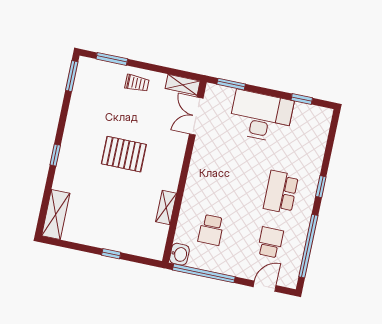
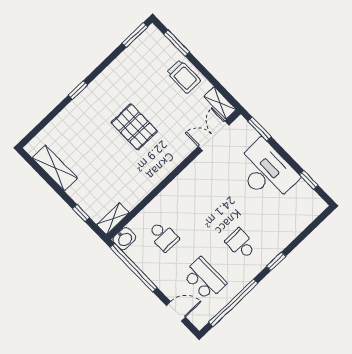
trolley: (137, 83) -> (184, 77), width x1.36, depth x1.39
school desk: (281, 192) -> (241, 244), width x0.54
shelving: (166, 207) -> (113, 219), moved
shelving: (56, 214) -> (55, 168), moved, turned 90
school desk: (211, 230) -> (163, 236), turned -90
school desk: (270, 242) -> (204, 279), width x1.85
window: (111, 254) -> (81, 213), moved

